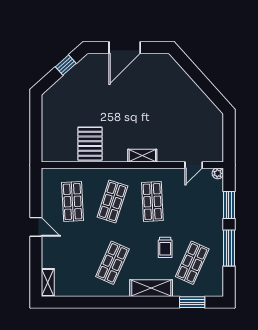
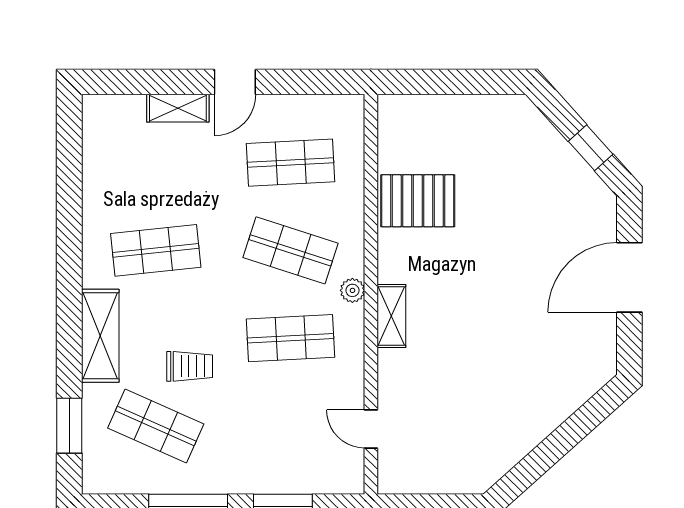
door: (125, 47) -> (629, 277), hinge flipped
plant: (218, 173) -> (352, 290), moved
trolley: (165, 247) -> (190, 366), turned 180
shop shelf: (112, 263) -> (156, 250), turned -30
shelving: (48, 282) -> (178, 108), moved

